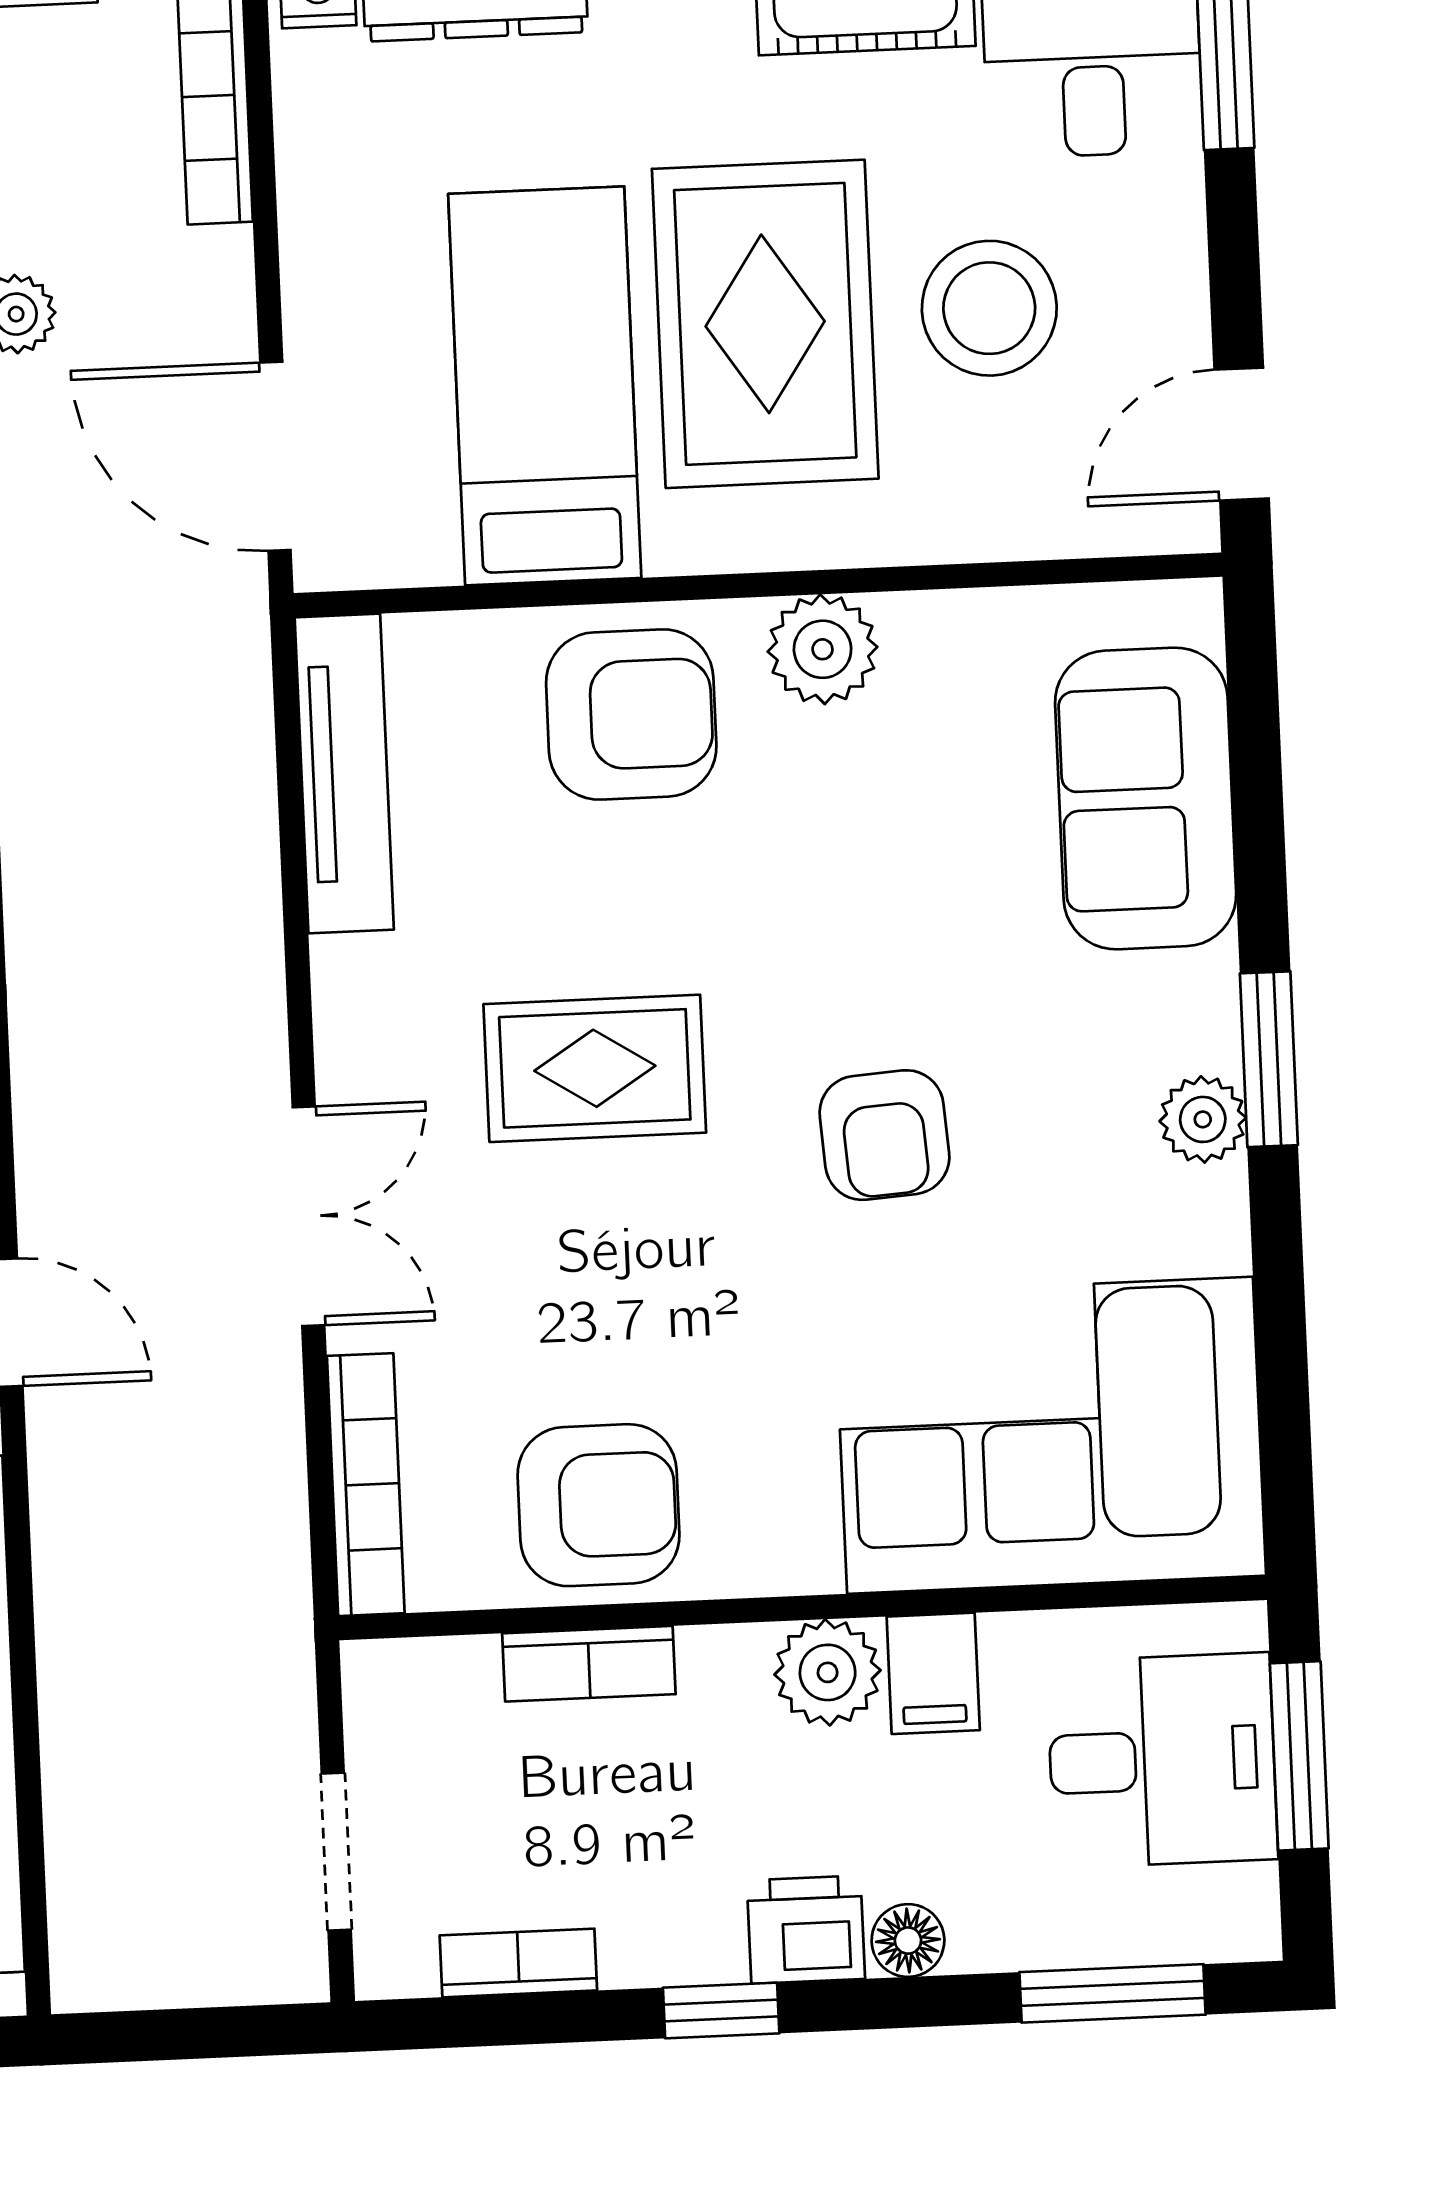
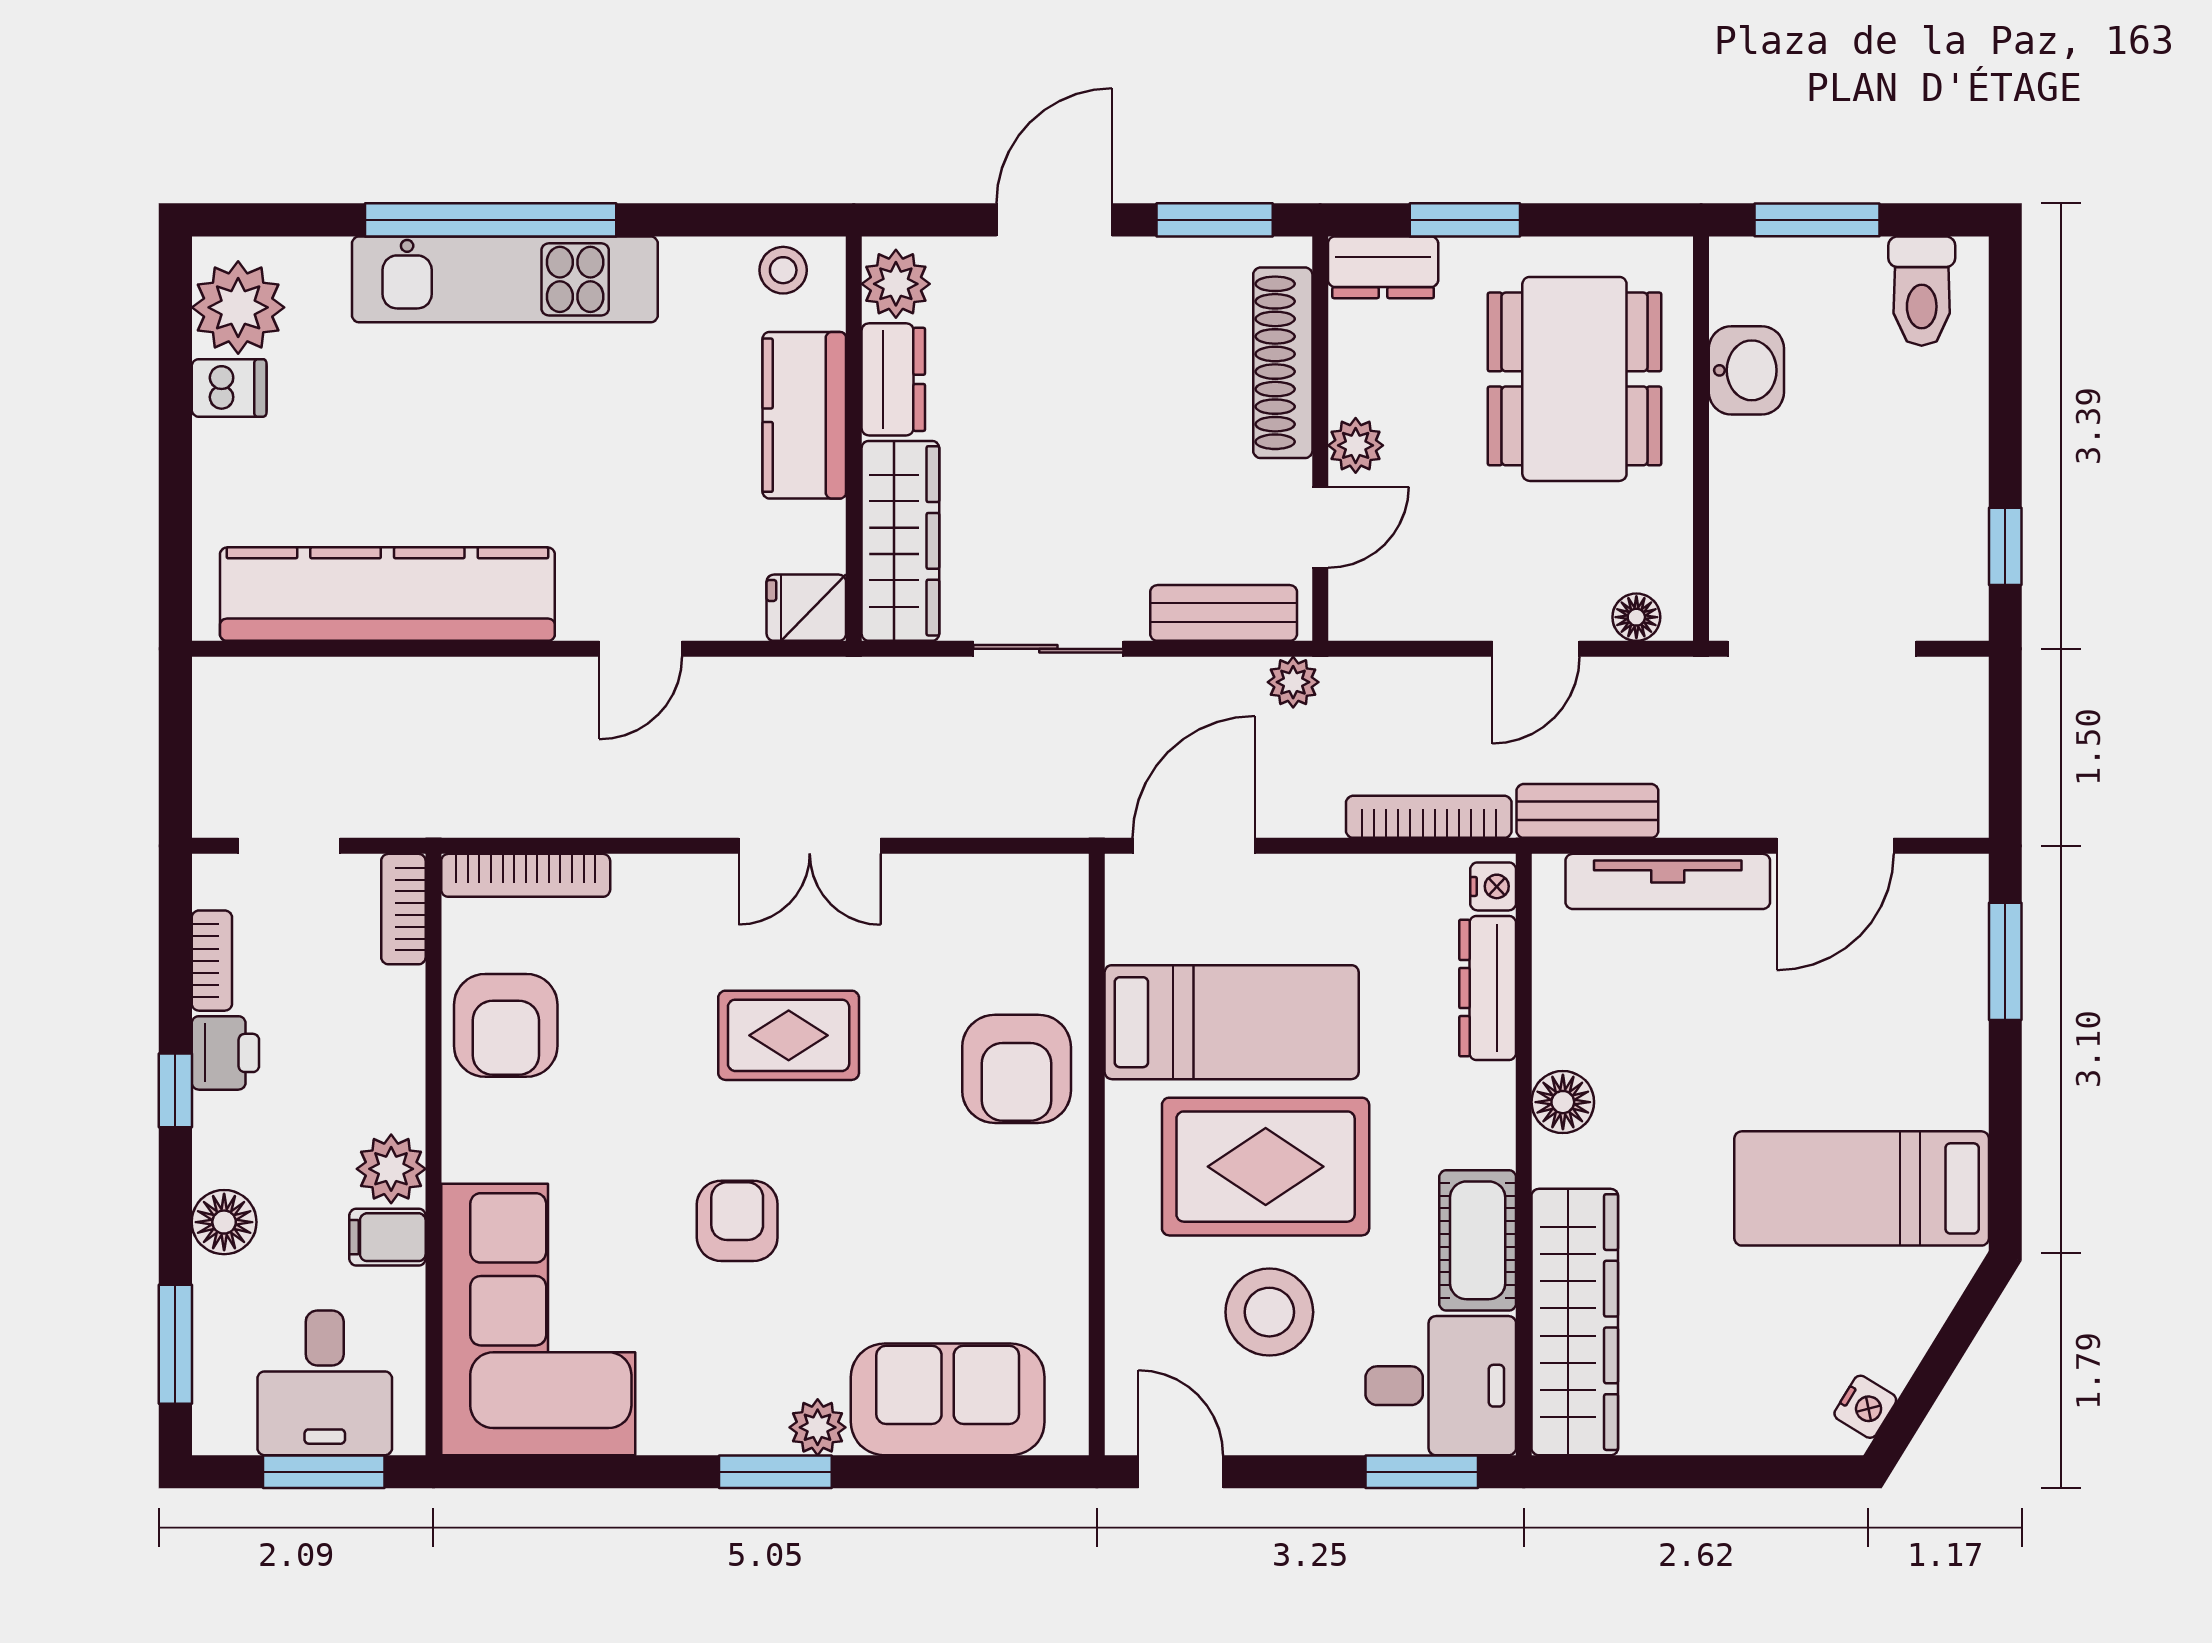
plant: (823, 649) -> (1053, 1195), removed
tv unit: (344, 773) -> (986, 881), removed
rug: (595, 1068) -> (789, 1035), turned 90
plant: (1203, 1119) -> (818, 1427), moved
armchair: (884, 1135) -> (737, 1221), turned 94
double door: (308, 1216) -> (810, 846), moved
bookcase: (589, 1664) -> (403, 909), moved
printer: (806, 1930) -> (225, 1053), moved
floor lamp: (908, 1941) -> (224, 1222), width x1.37, depth x1.37

